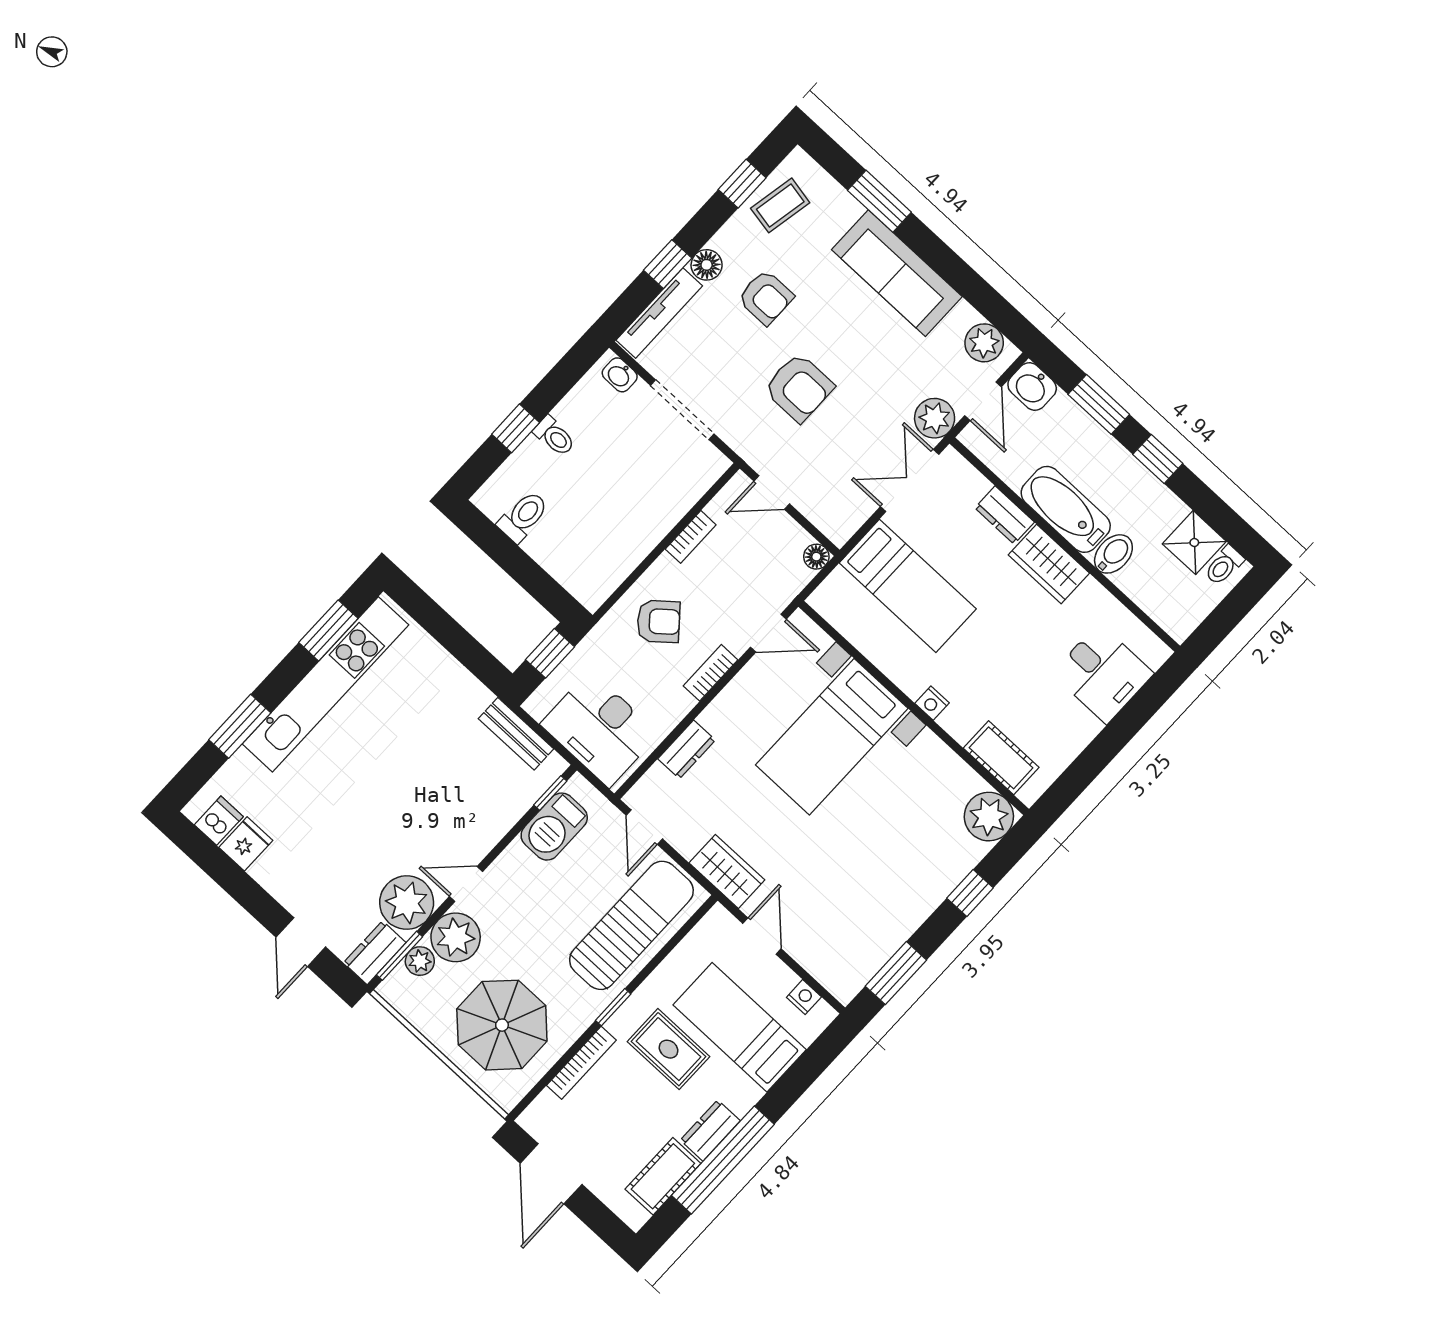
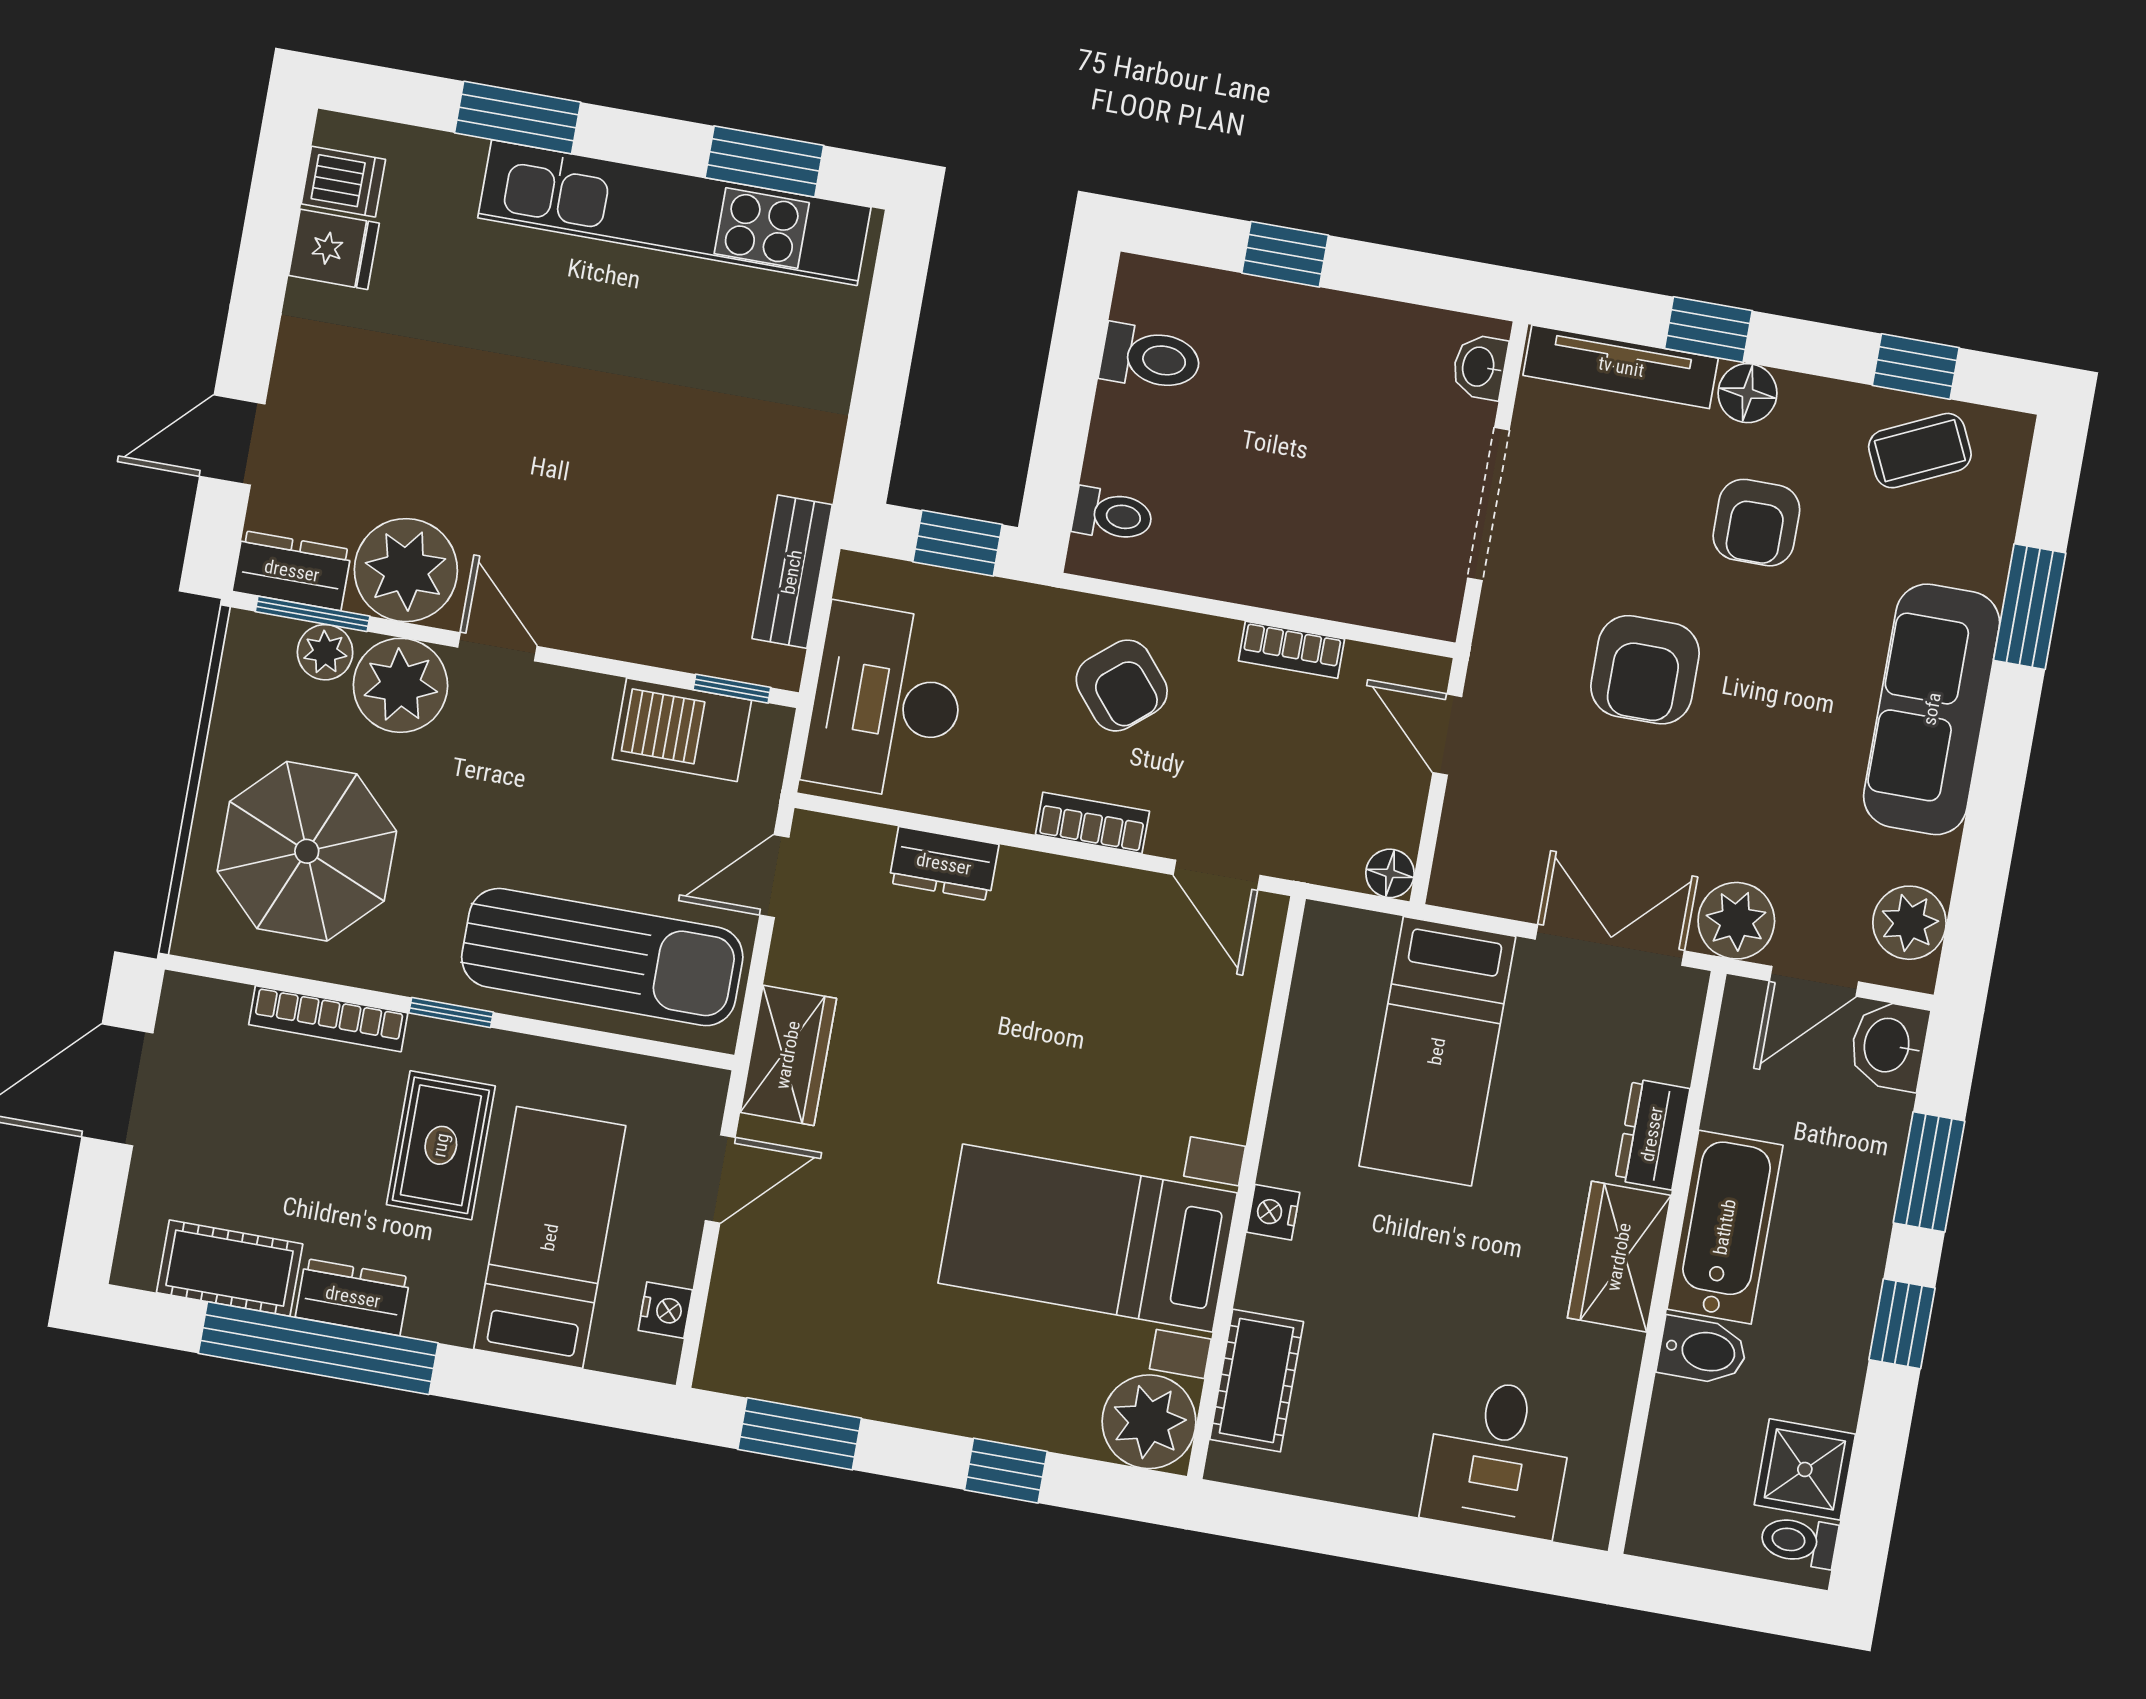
coffee table: (780, 205) -> (1920, 451), turned -36
toilet: (554, 436) -> (1113, 515), moved, turned -90
bed with nightstands: (832, 737) -> (1088, 1238), moved

